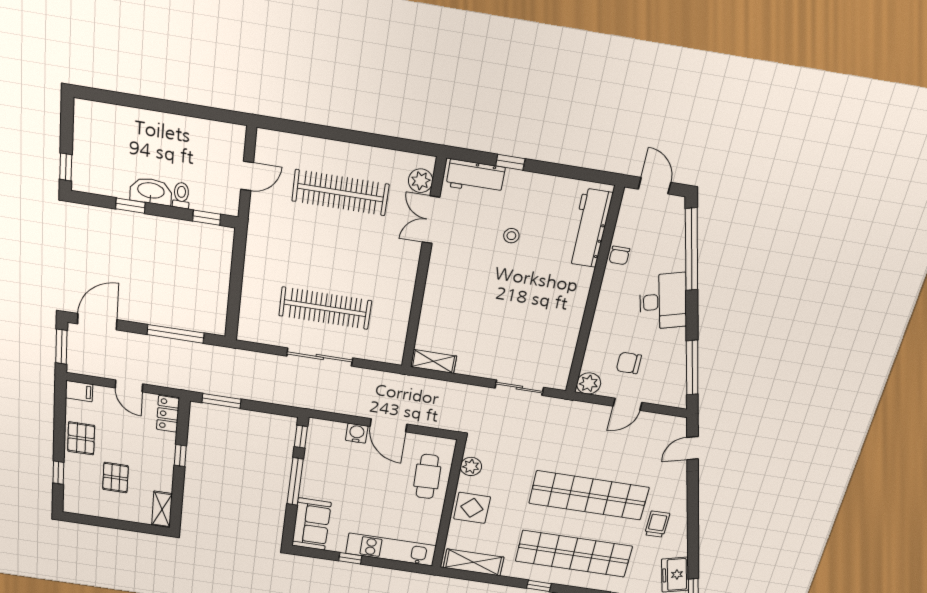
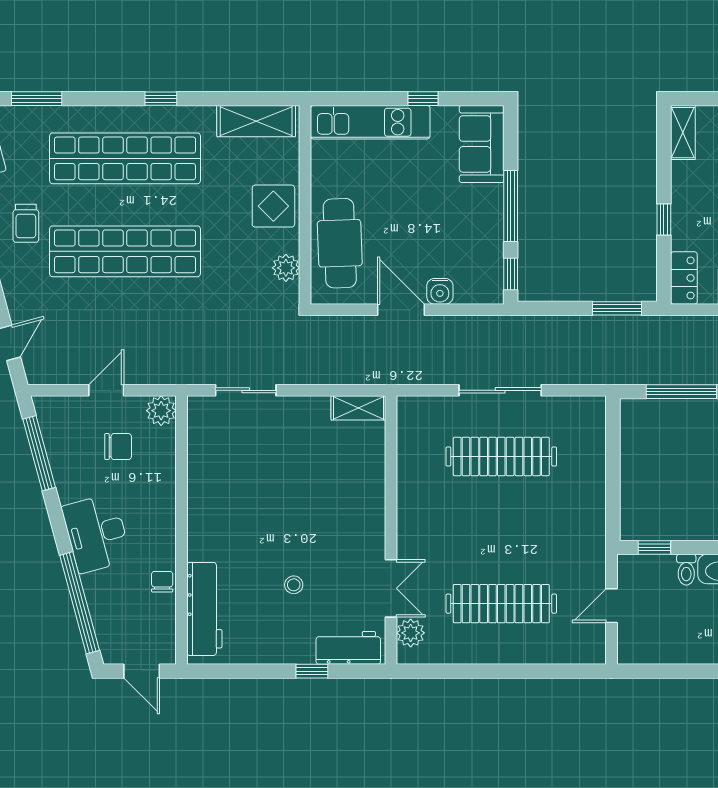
cafe table: (427, 477) -> (340, 243), width x1.37, depth x1.35

